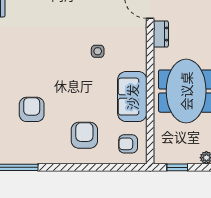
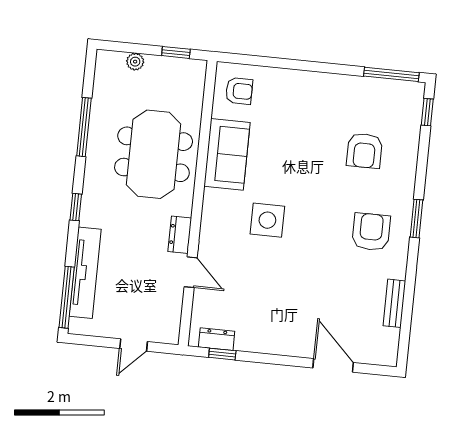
side table: (98, 51) -> (267, 220), width x1.87, depth x1.87
armchair: (84, 135) -> (371, 232), moved, turned 180

